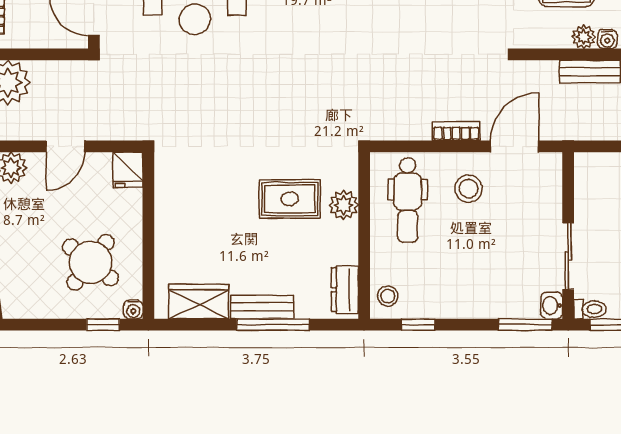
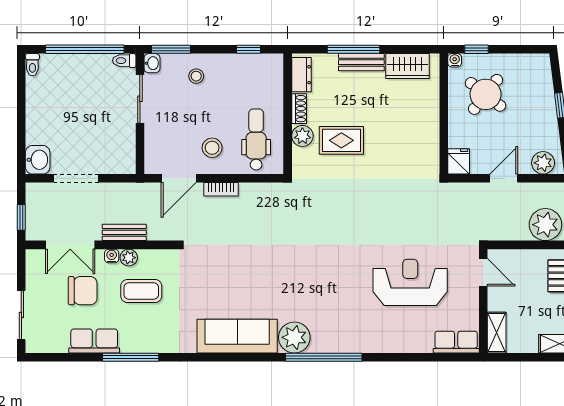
shoe rack: (348, 243) -> (299, 109), added
stool: (388, 296) -> (196, 76), moved

